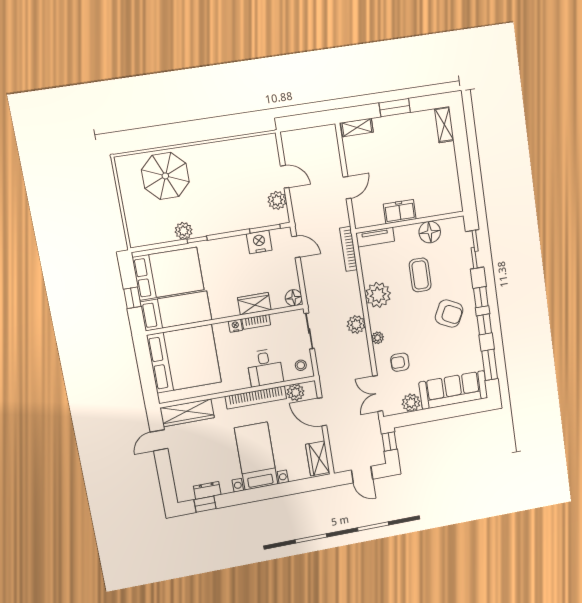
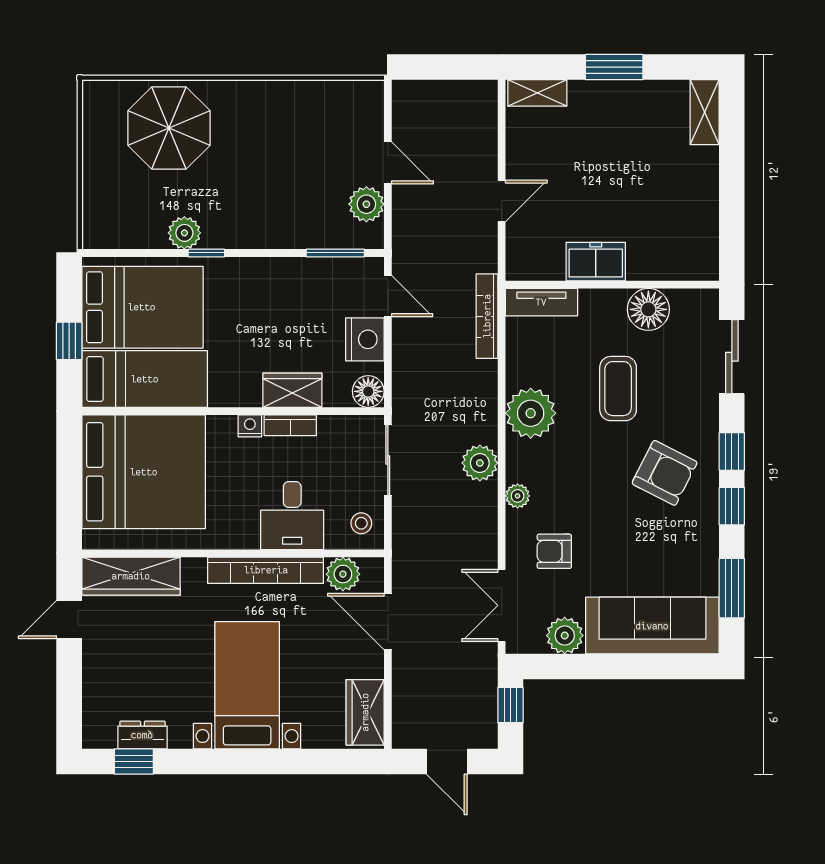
nightstand: (259, 242) -> (365, 339), moved, turned 90

